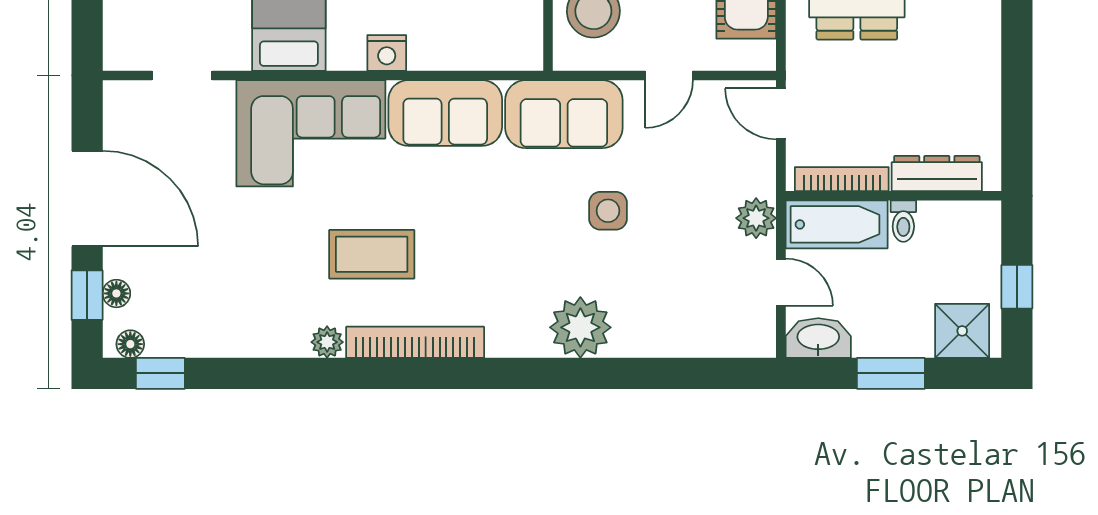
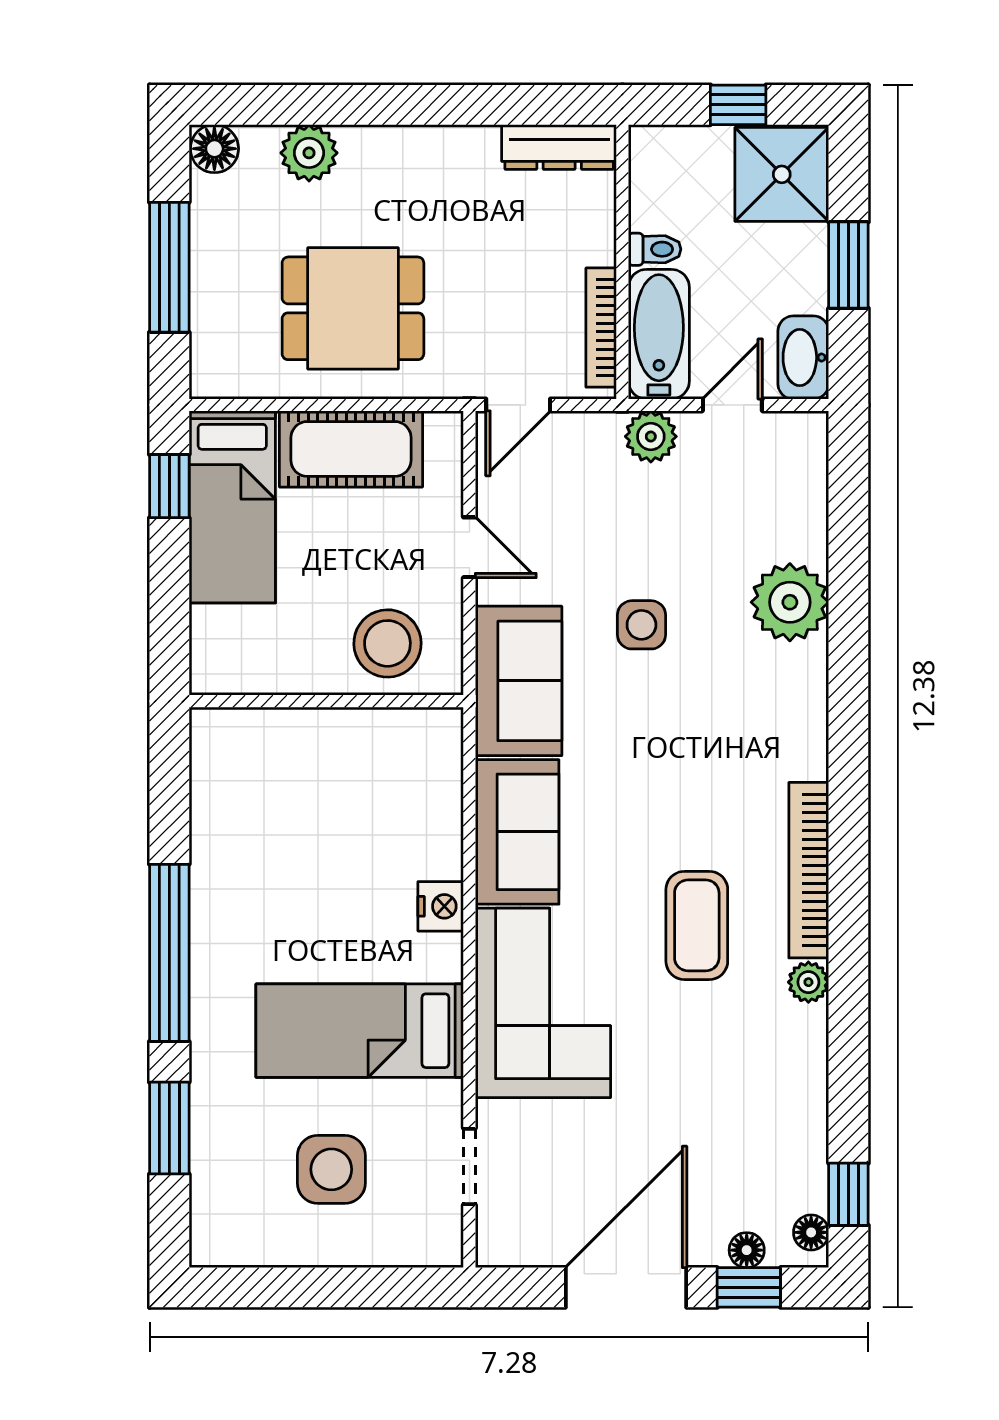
dresser: (937, 173) -> (559, 147), moved, turned -90
plant: (580, 327) -> (790, 602), moved
shower: (962, 331) -> (782, 174), width x1.36, depth x1.36

